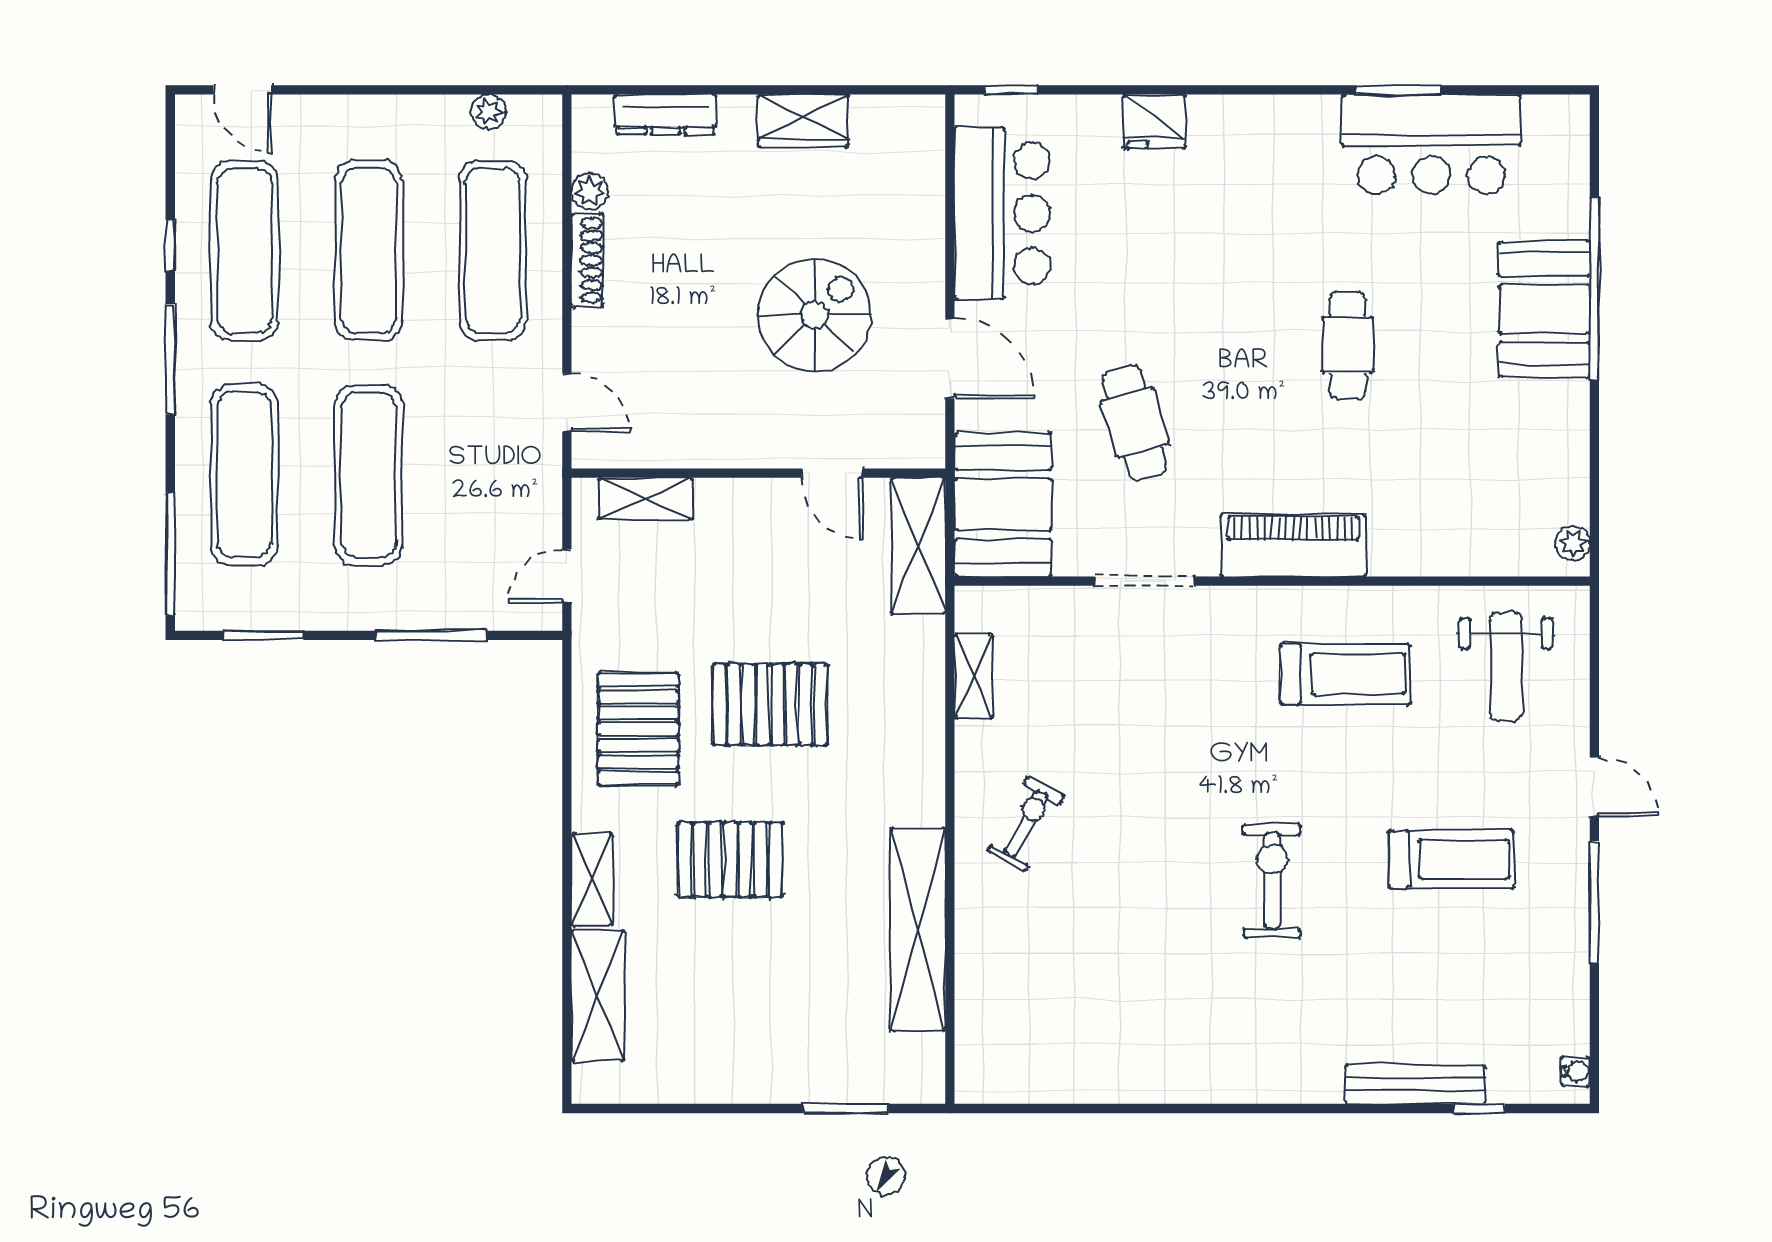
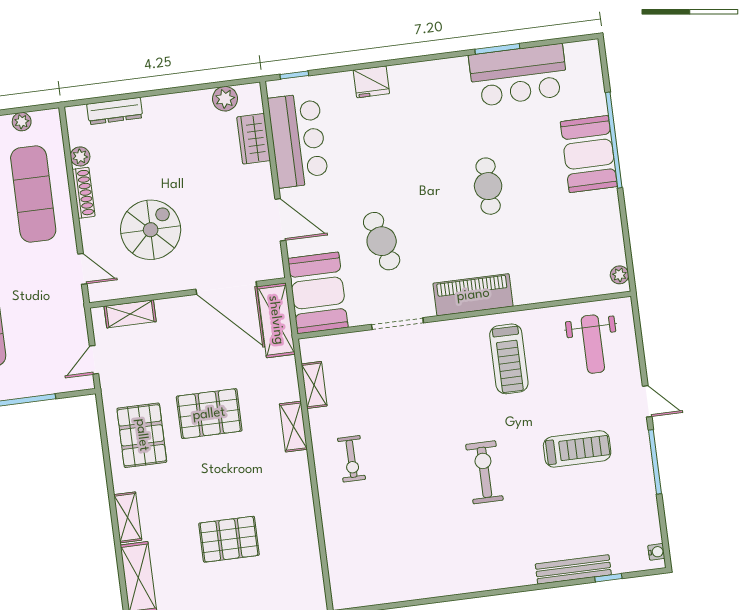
plant: (875, 118) -> (225, 99), added
wardrobe: (803, 121) -> (254, 139), moved, turned 90
spiral stairs: (815, 315) -> (151, 230), moved
door: (832, 473) -> (226, 288), width x1.88
treadmill: (1345, 674) -> (509, 359), turned 90
exercise bike: (1026, 824) -> (352, 459), turned 152
pallet: (730, 860) -> (229, 539), moved
shelving: (918, 929) -> (293, 427), moved, width x0.45, depth x0.75

